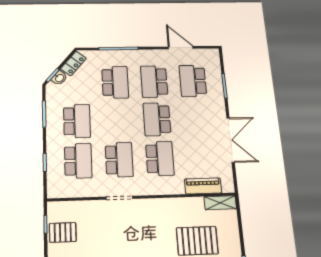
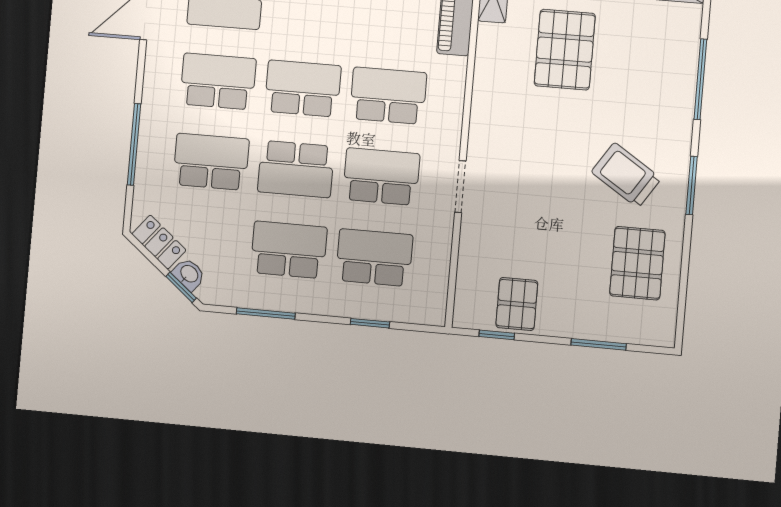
school desk: (154, 82) -> (218, 81), turned 180
school desk: (157, 119) -> (303, 88), turned 180
school desk: (117, 120) -> (296, 169), added

